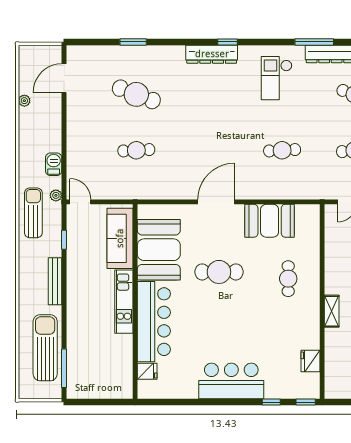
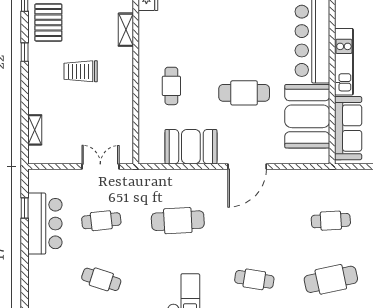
cafe table: (136, 94) -> (331, 279), turned -33
cafe table: (209, 94) -> (254, 279), added
cafe table: (282, 150) -> (178, 221), width x1.37, depth x1.35
shelving: (332, 311) -> (126, 30), moved

